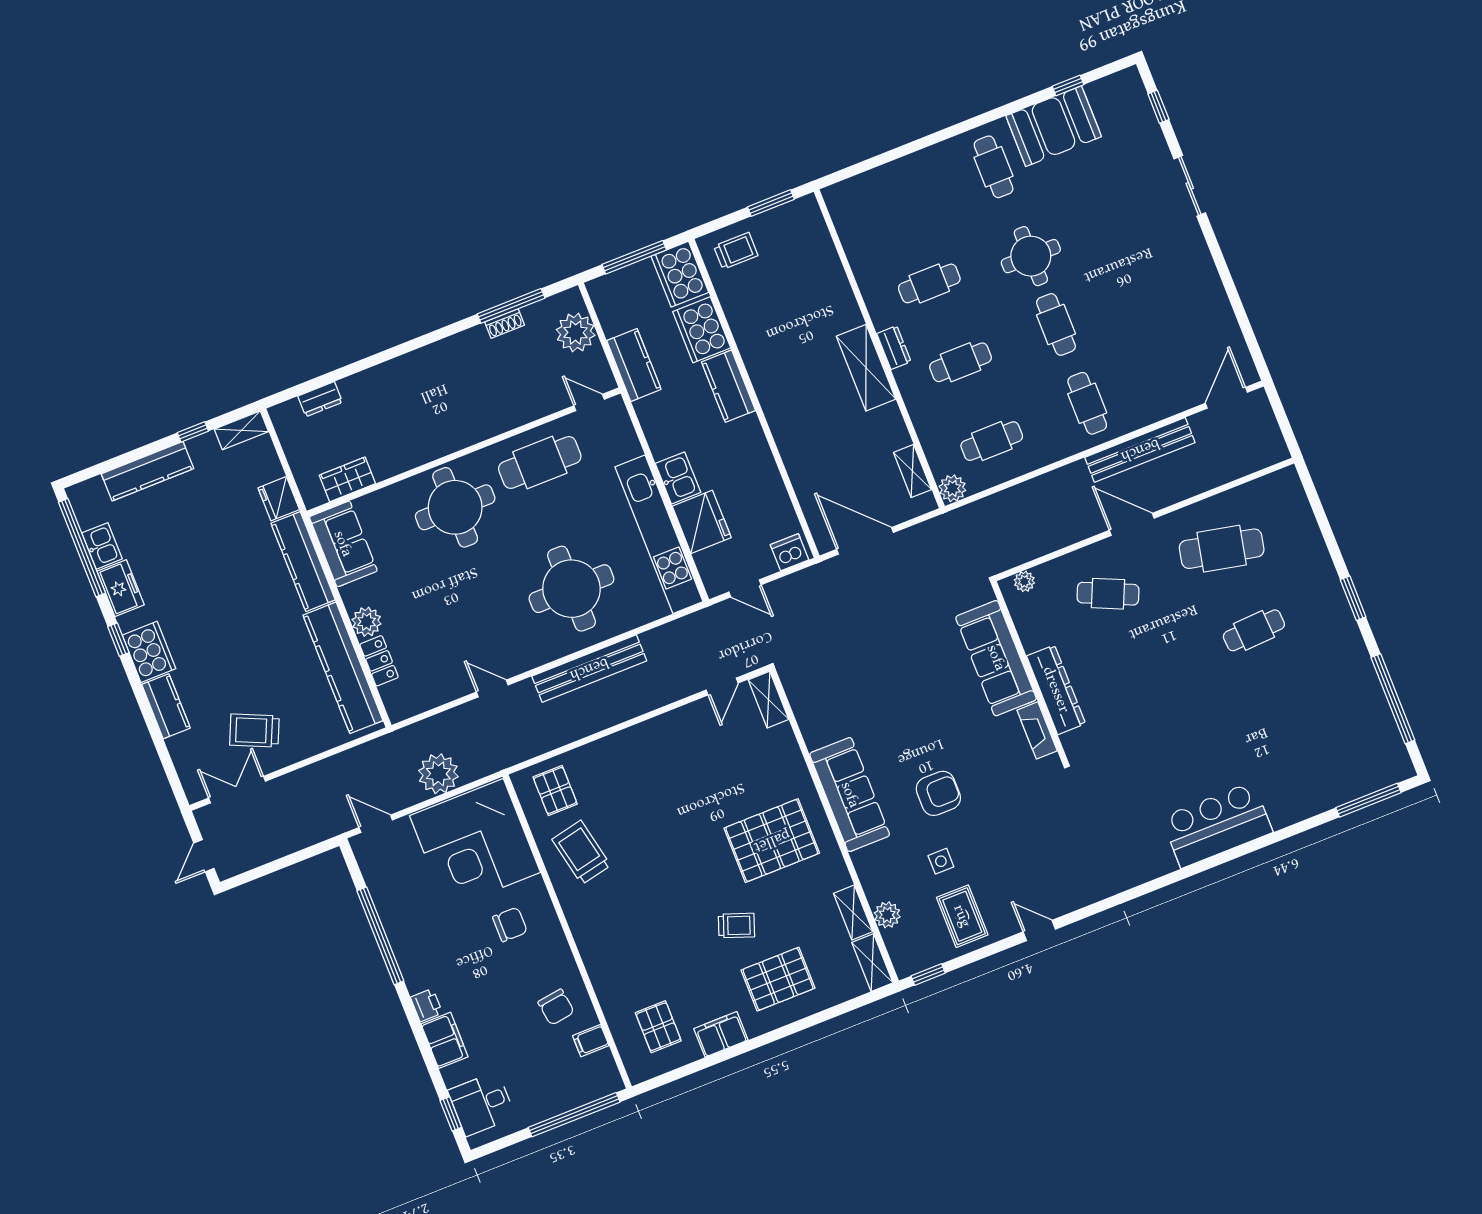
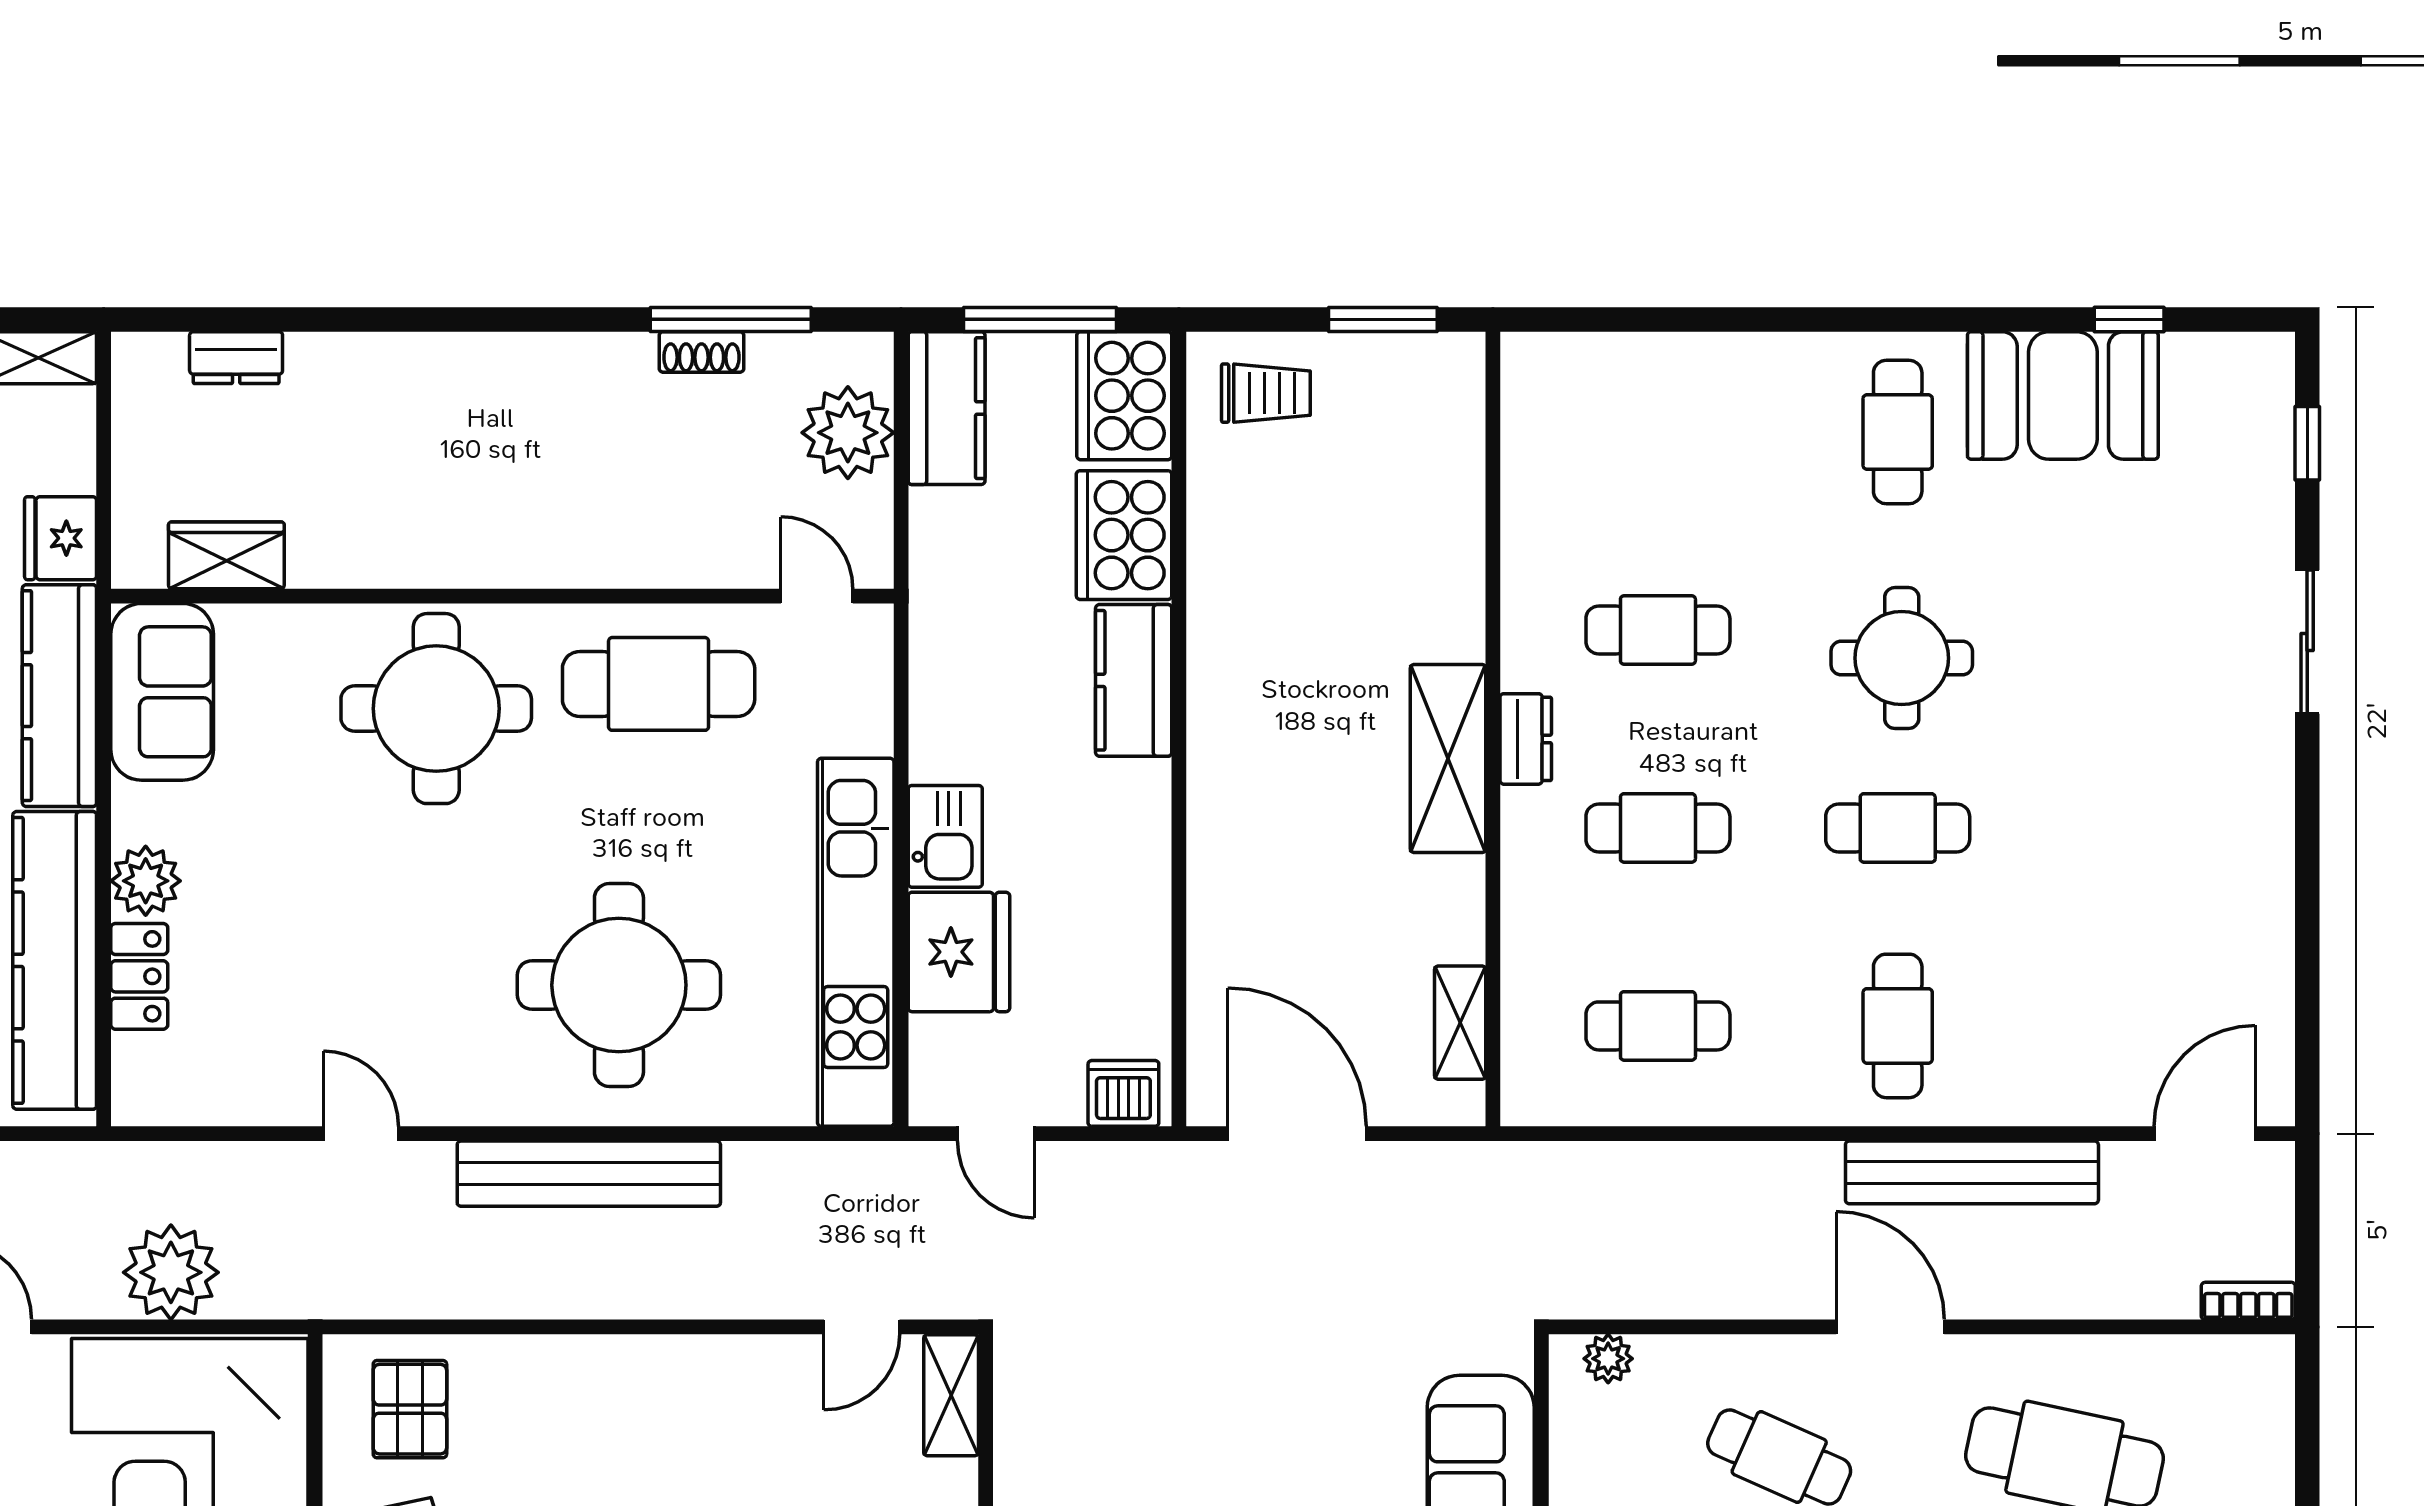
cafe table: (1056, 324) -> (1898, 828), turned 90
kitchen counter: (634, 365) -> (947, 408), moved
bookcase: (1270, 458) -> (2248, 1301), added
plant: (952, 488) -> (1532, 1095), removed

